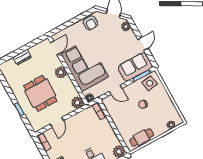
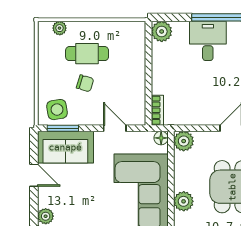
door: (143, 44) -> (34, 175), swing flipped
cafe table: (142, 138) -> (87, 54), moved

